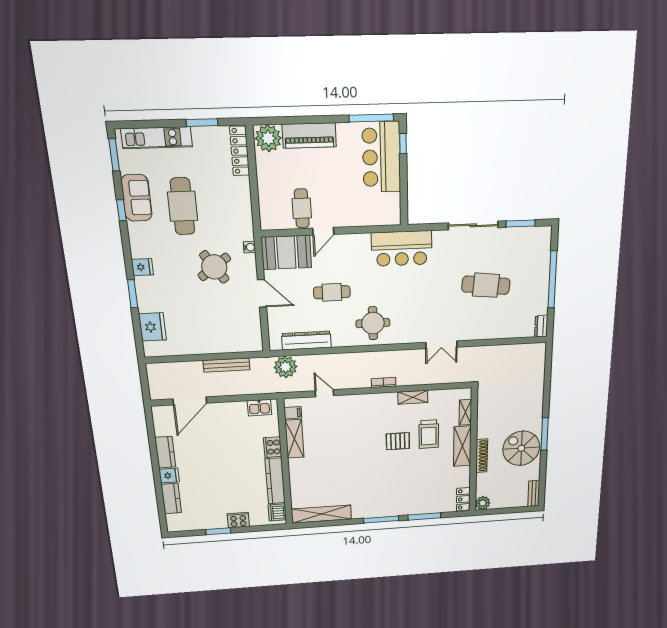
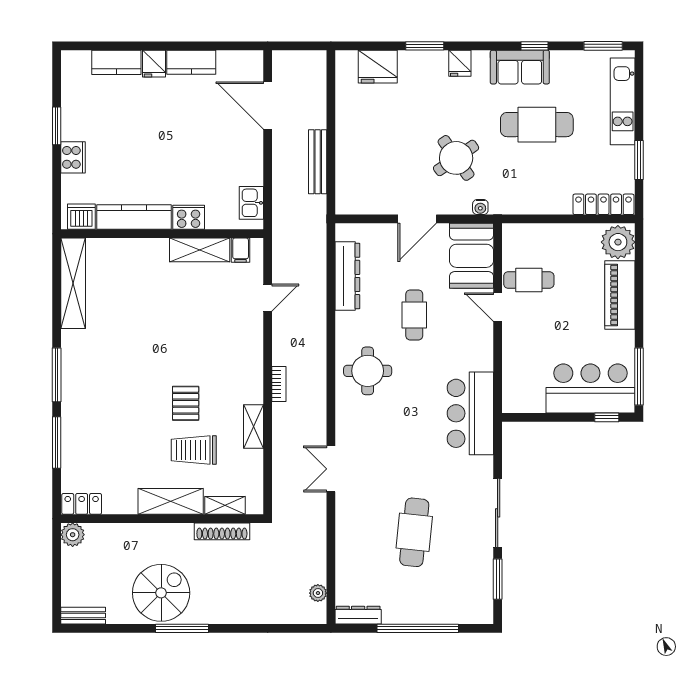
sofa: (137, 198) -> (520, 67), moved
dresser: (541, 326) -> (358, 615), width x1.44
plant: (285, 367) -> (318, 593), moved, width x0.53, depth x0.53
shoe rack: (482, 456) -> (222, 531), moved

